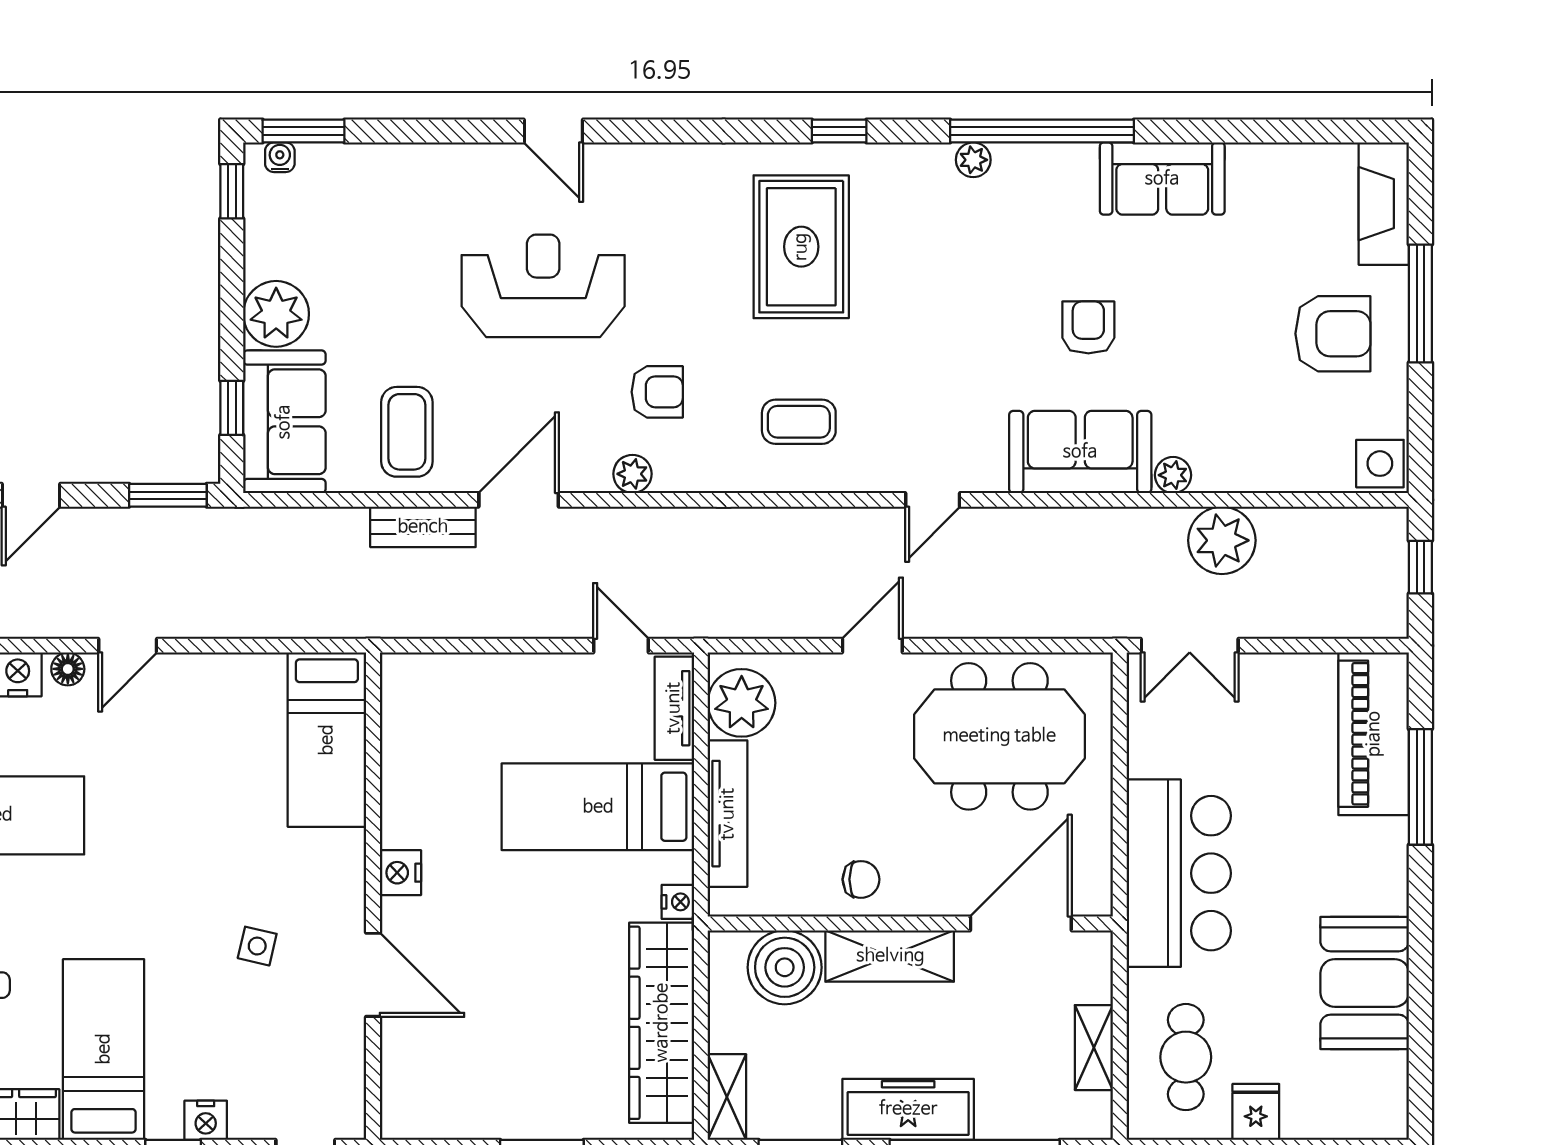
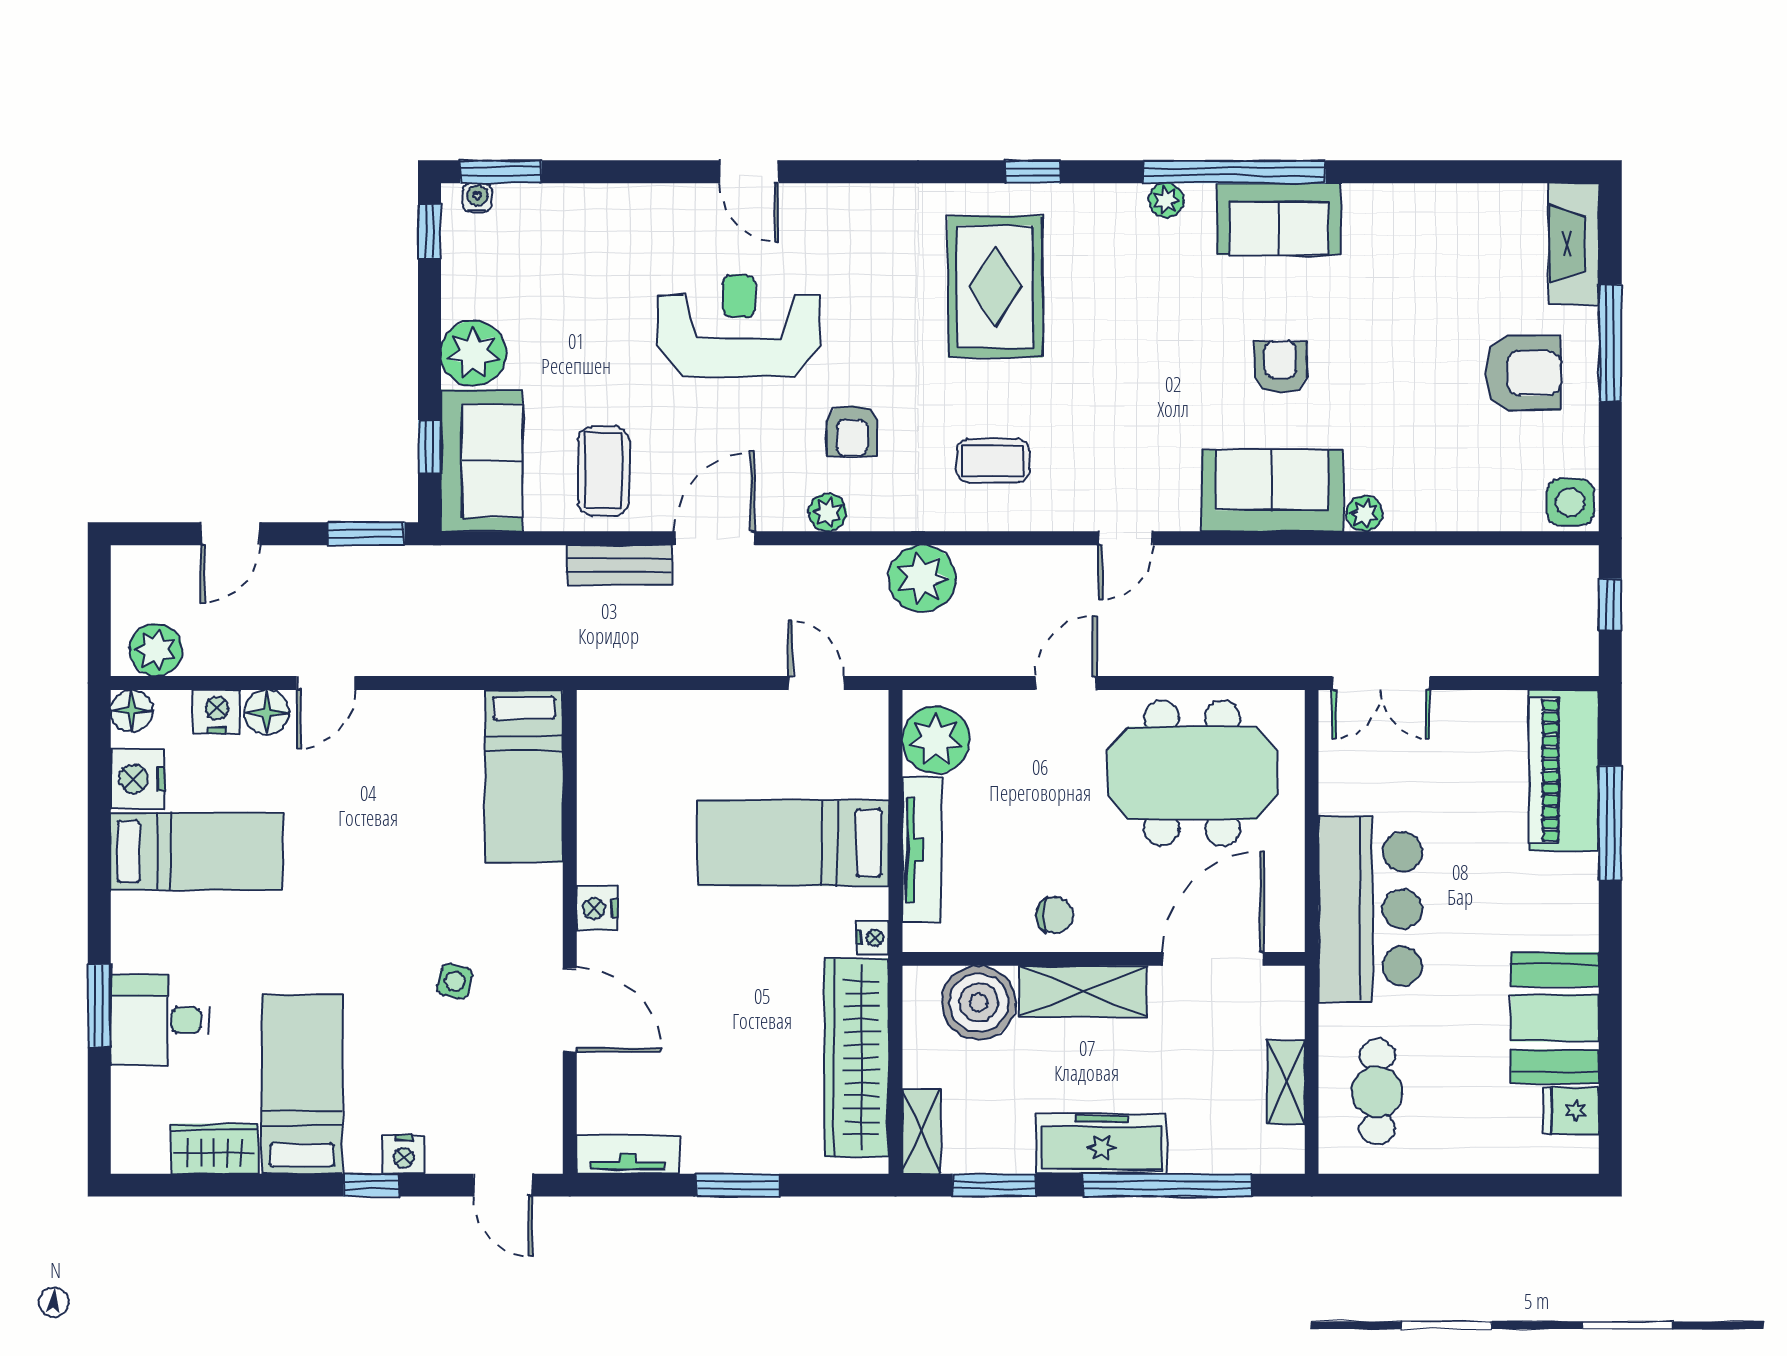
sofa: (1162, 179) -> (1279, 219), moved
armchair: (657, 392) -> (852, 431), turned 90
plant: (1222, 540) -> (922, 578), moved
floor lamp: (68, 669) -> (267, 712), width x1.37, depth x1.37
tv unit: (674, 708) -> (628, 1154), moved, turned 90
fridge: (1256, 1112) -> (1571, 1111), moved, turned -90

